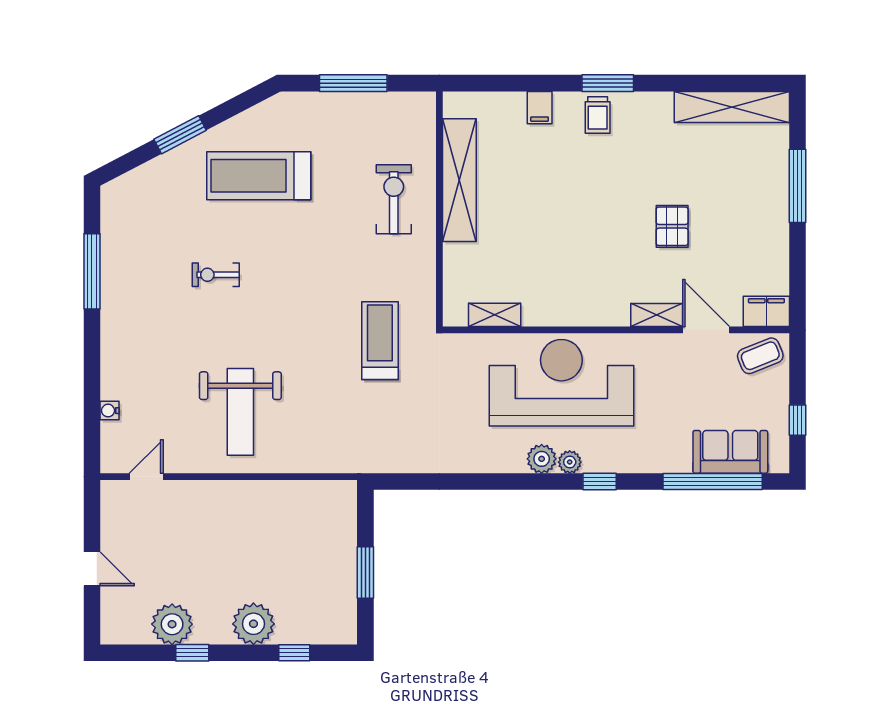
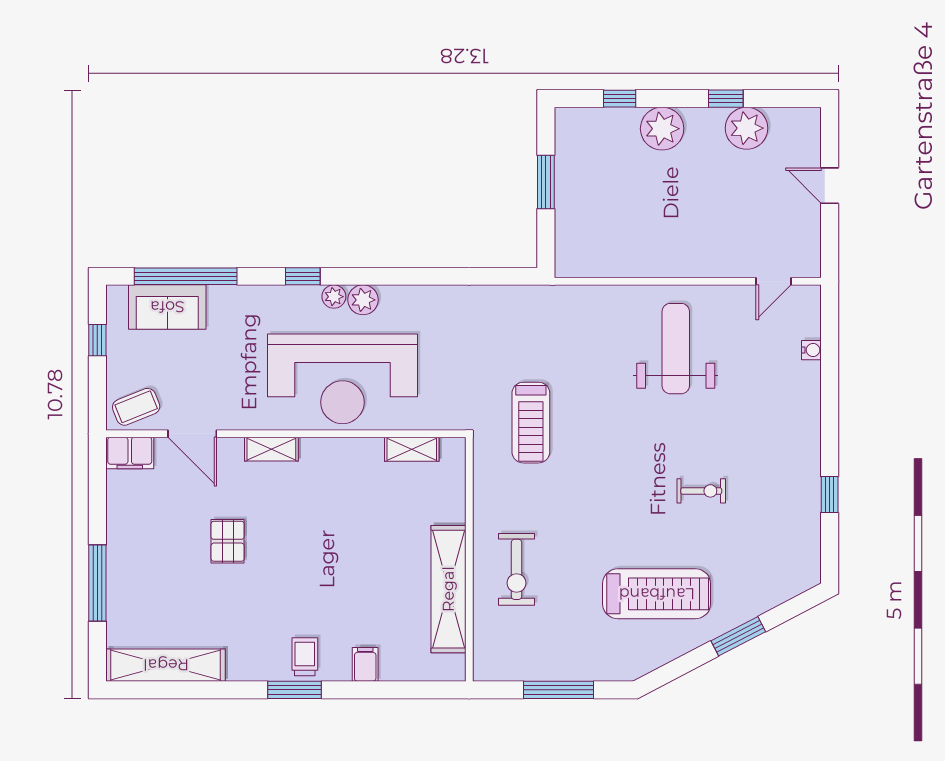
window: (92, 271) -> (830, 495), width x0.46
shelving: (657, 315) -> (271, 449), moved

